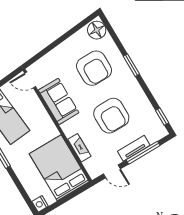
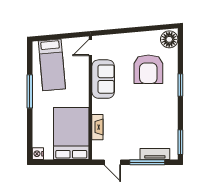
door: (30, 80) -> (90, 48), hinge flipped
armchair: (111, 116) -> (139, 116), removed
window: (162, 117) -> (180, 142), width x1.50
tv unit: (134, 148) -> (155, 154), moved

